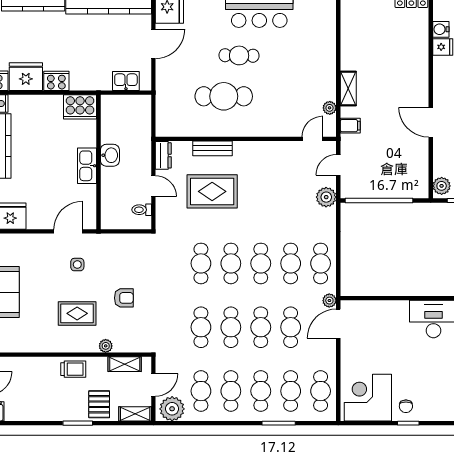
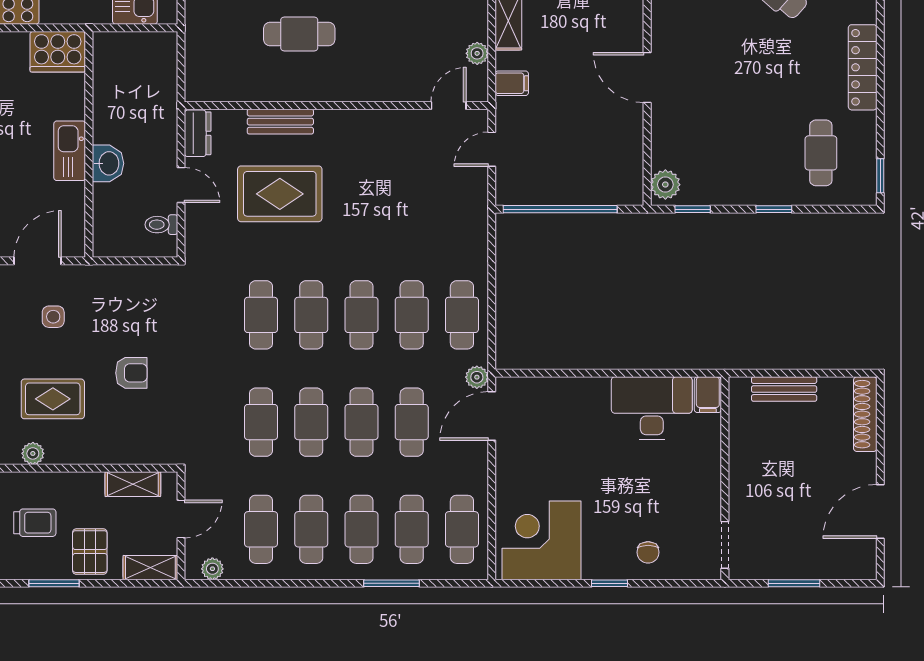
cafe table: (224, 96) -> (299, 34), width x0.73, depth x0.74
washbasin: (110, 155) -> (108, 163), moved
plant: (326, 197) -> (472, 203), removed
plant: (106, 346) -> (33, 453), moved
trolley: (73, 369) -> (35, 523), moved
chair: (406, 406) -> (648, 552), moved
plant: (172, 409) -> (212, 569), width x0.53, depth x0.53

